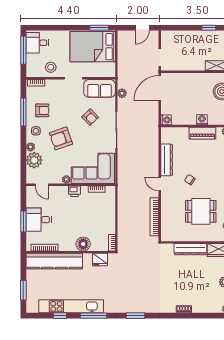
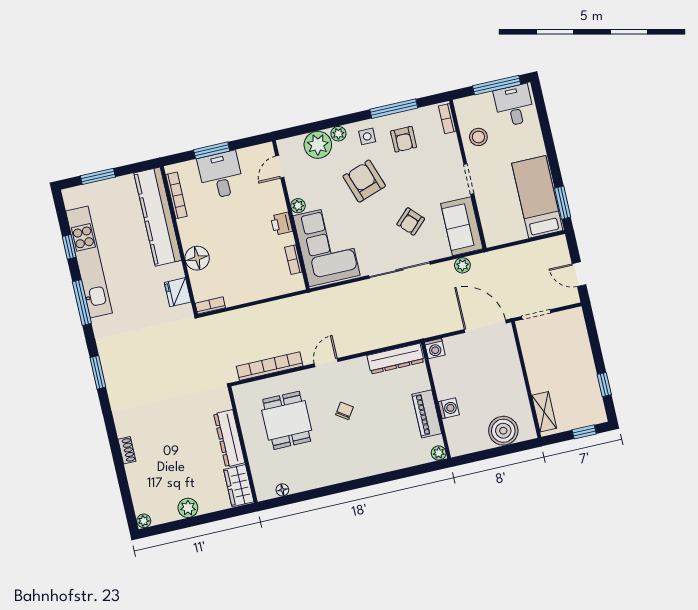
bed: (93, 47) -> (537, 197), width x0.67
dresser: (167, 160) -> (396, 359), moved
dining table: (201, 211) -> (287, 420), moved

